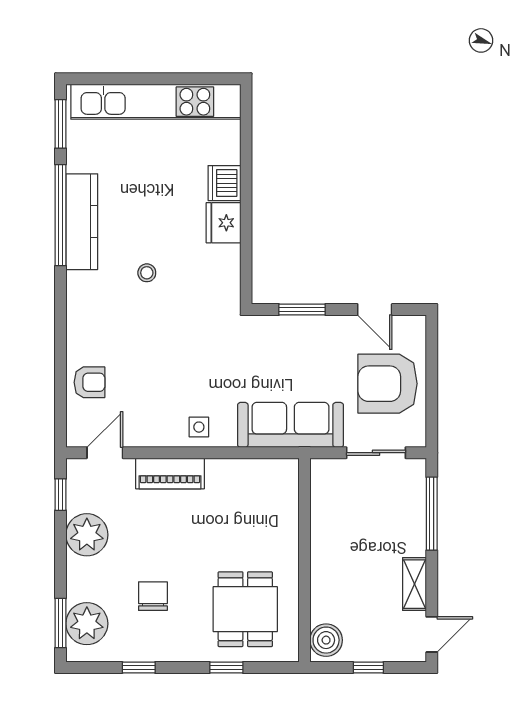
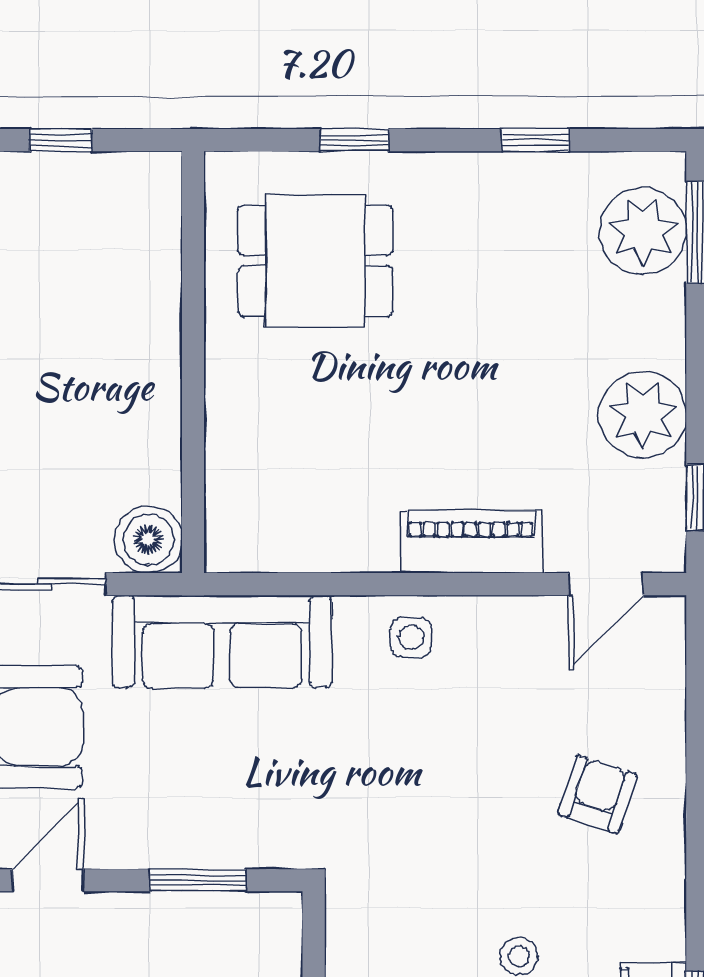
door: (375, 310) -> (48, 880), hinge flipped
armchair: (90, 382) -> (597, 794), moved, turned 108
chair: (153, 596) -> (506, 288), removed
dining table: (245, 609) -> (315, 261), turned 90
boiler: (326, 640) -> (148, 540), moved

